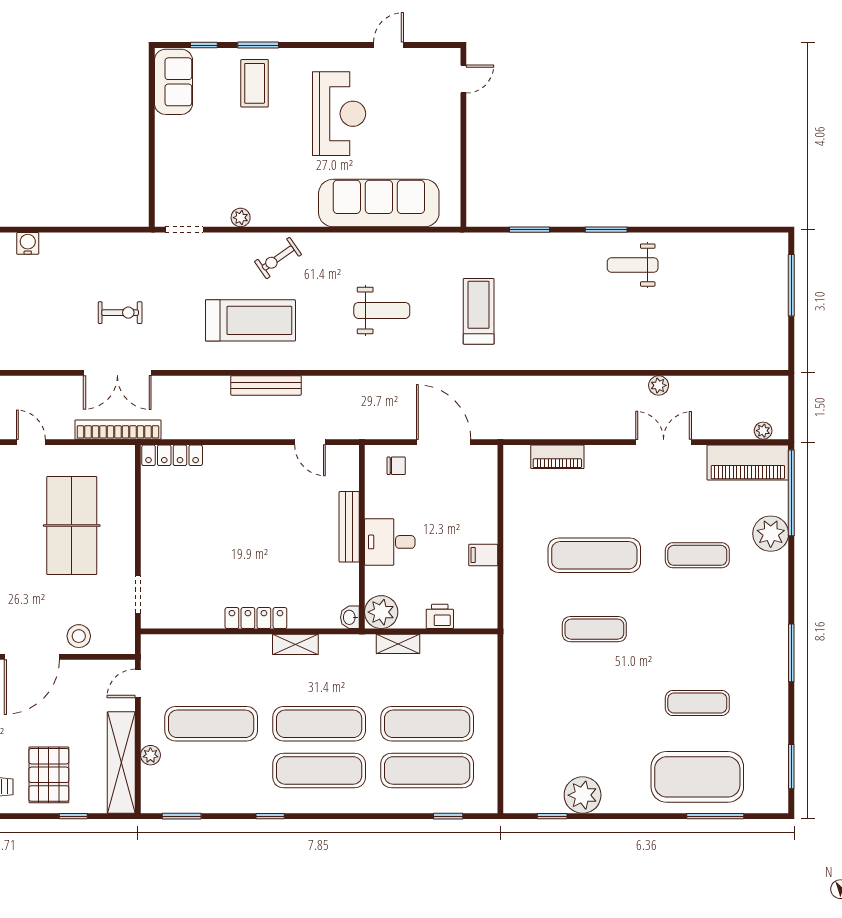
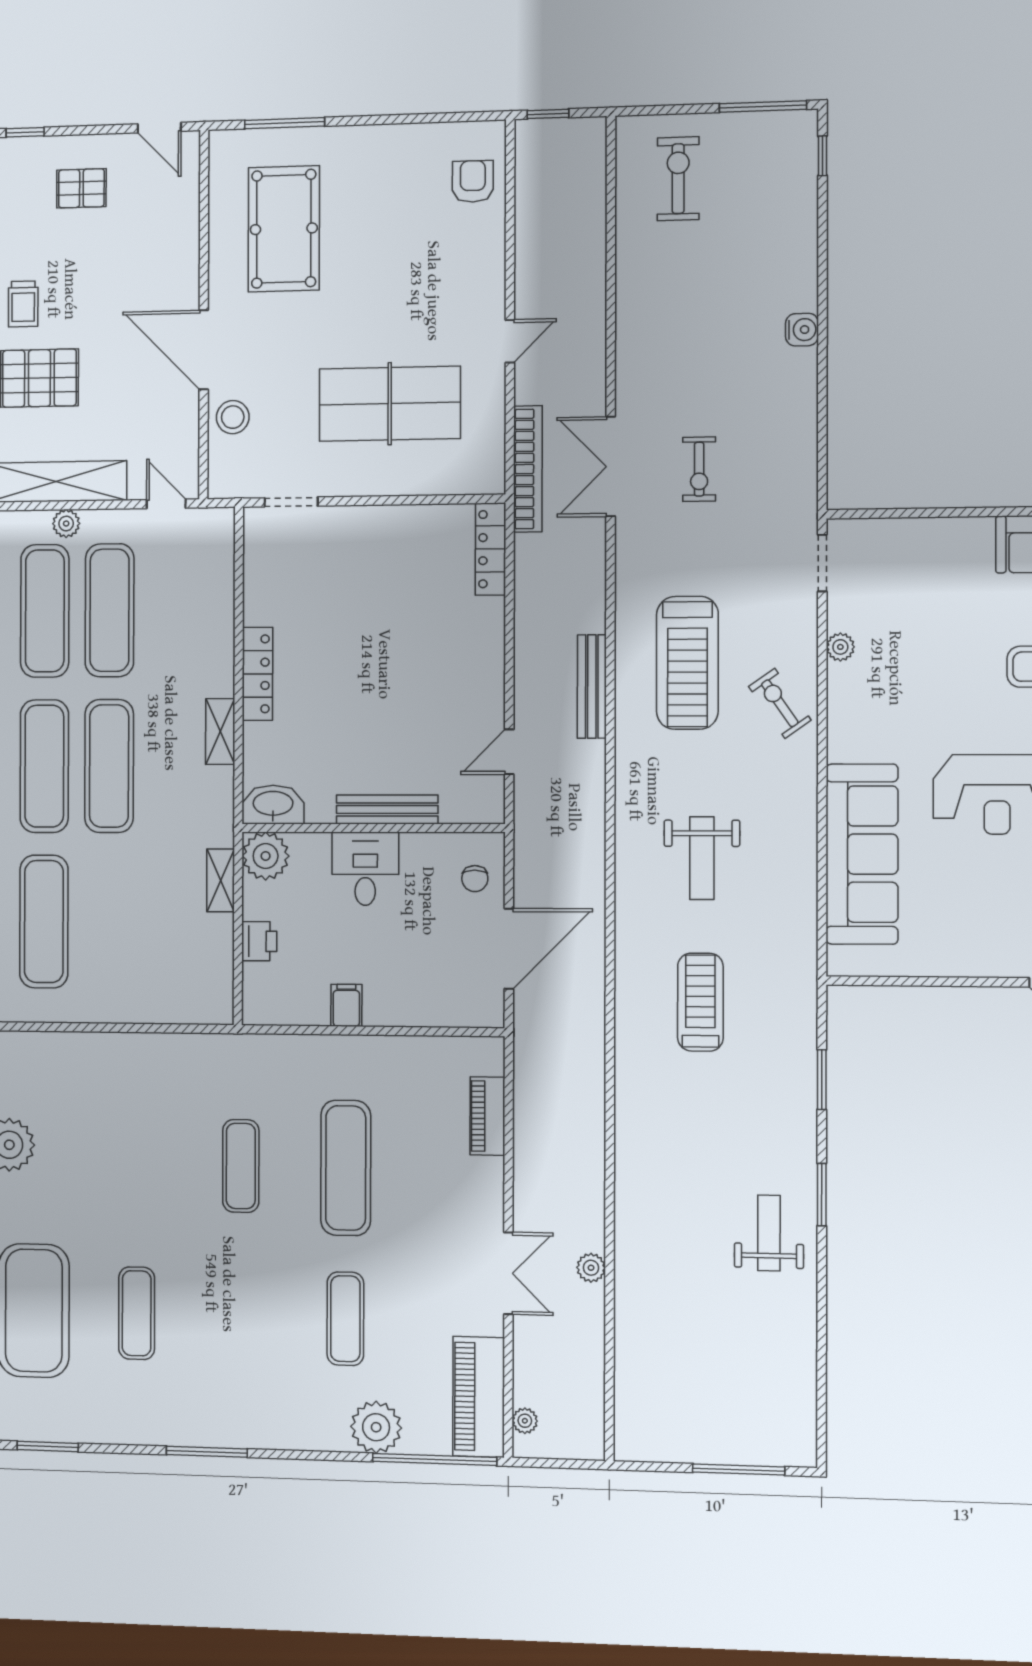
treadmill: (479, 311) -> (700, 1002), turned -90
washbasin: (350, 617) -> (273, 804), width x1.91, depth x1.45
exercise mat: (427, 724) -> (45, 611), moved

